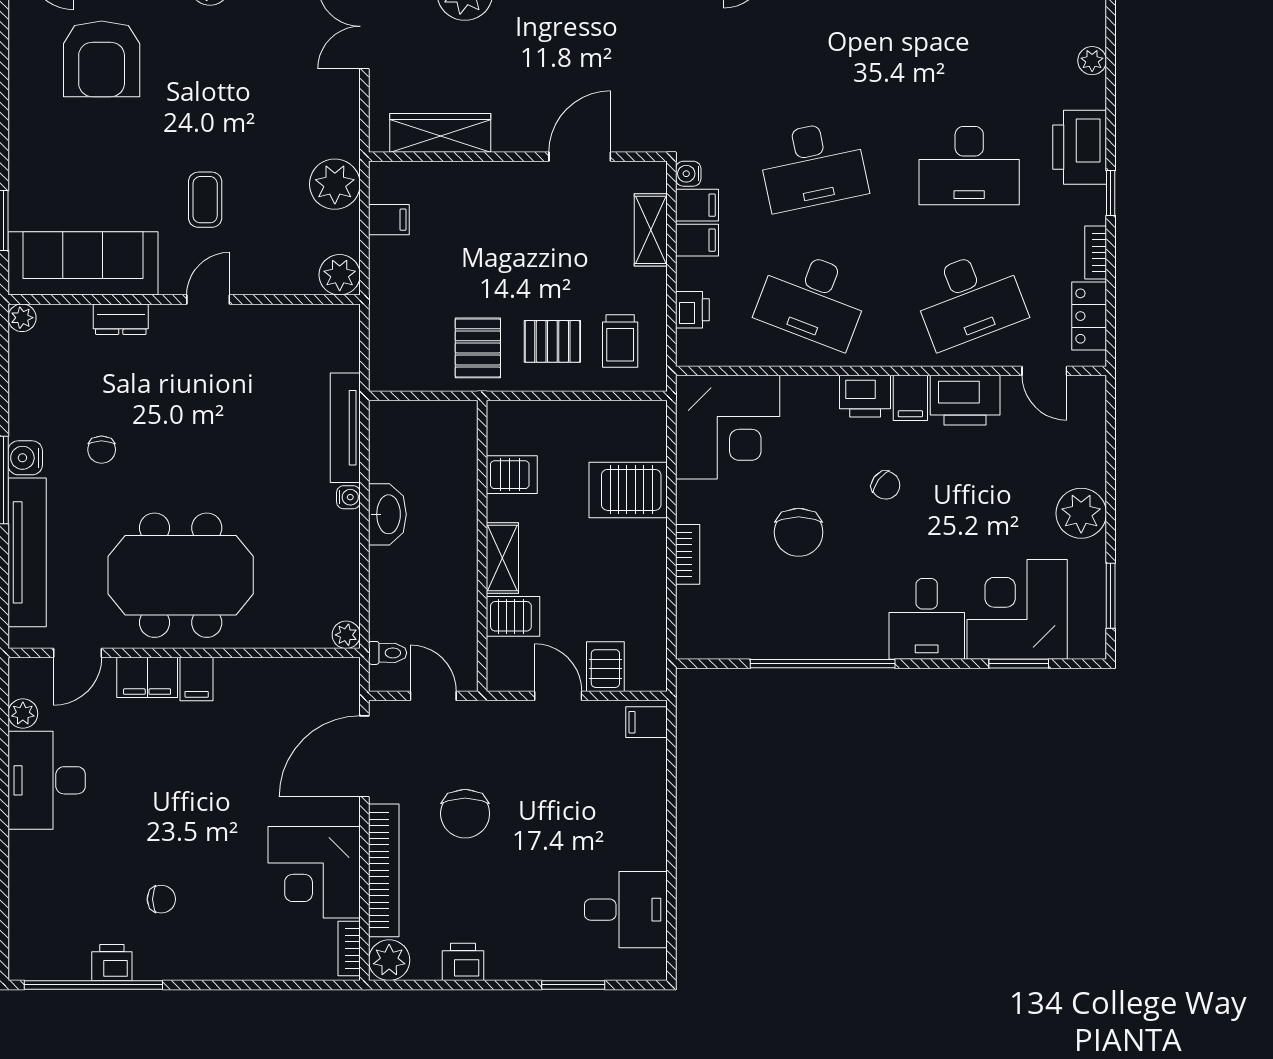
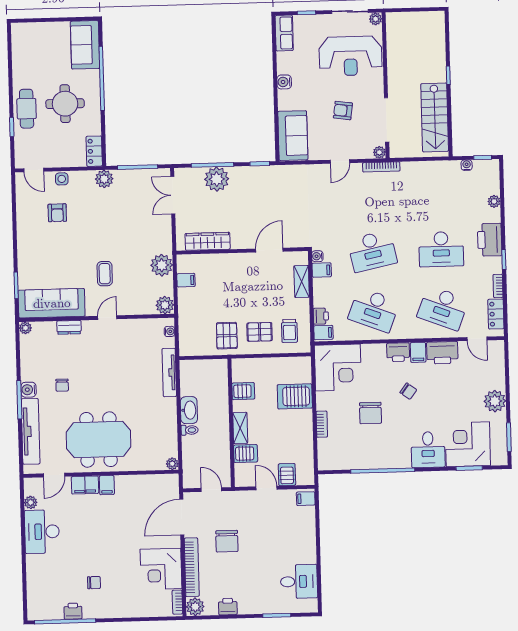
armchair: (102, 59) -> (57, 213), width x0.53, depth x0.53
filing cabinet: (697, 240) -> (323, 333), moved
desk: (969, 299) -> (443, 308), turned 42
water cooler: (348, 497) -> (170, 331), moved
toilet: (388, 653) -> (190, 430), moved

